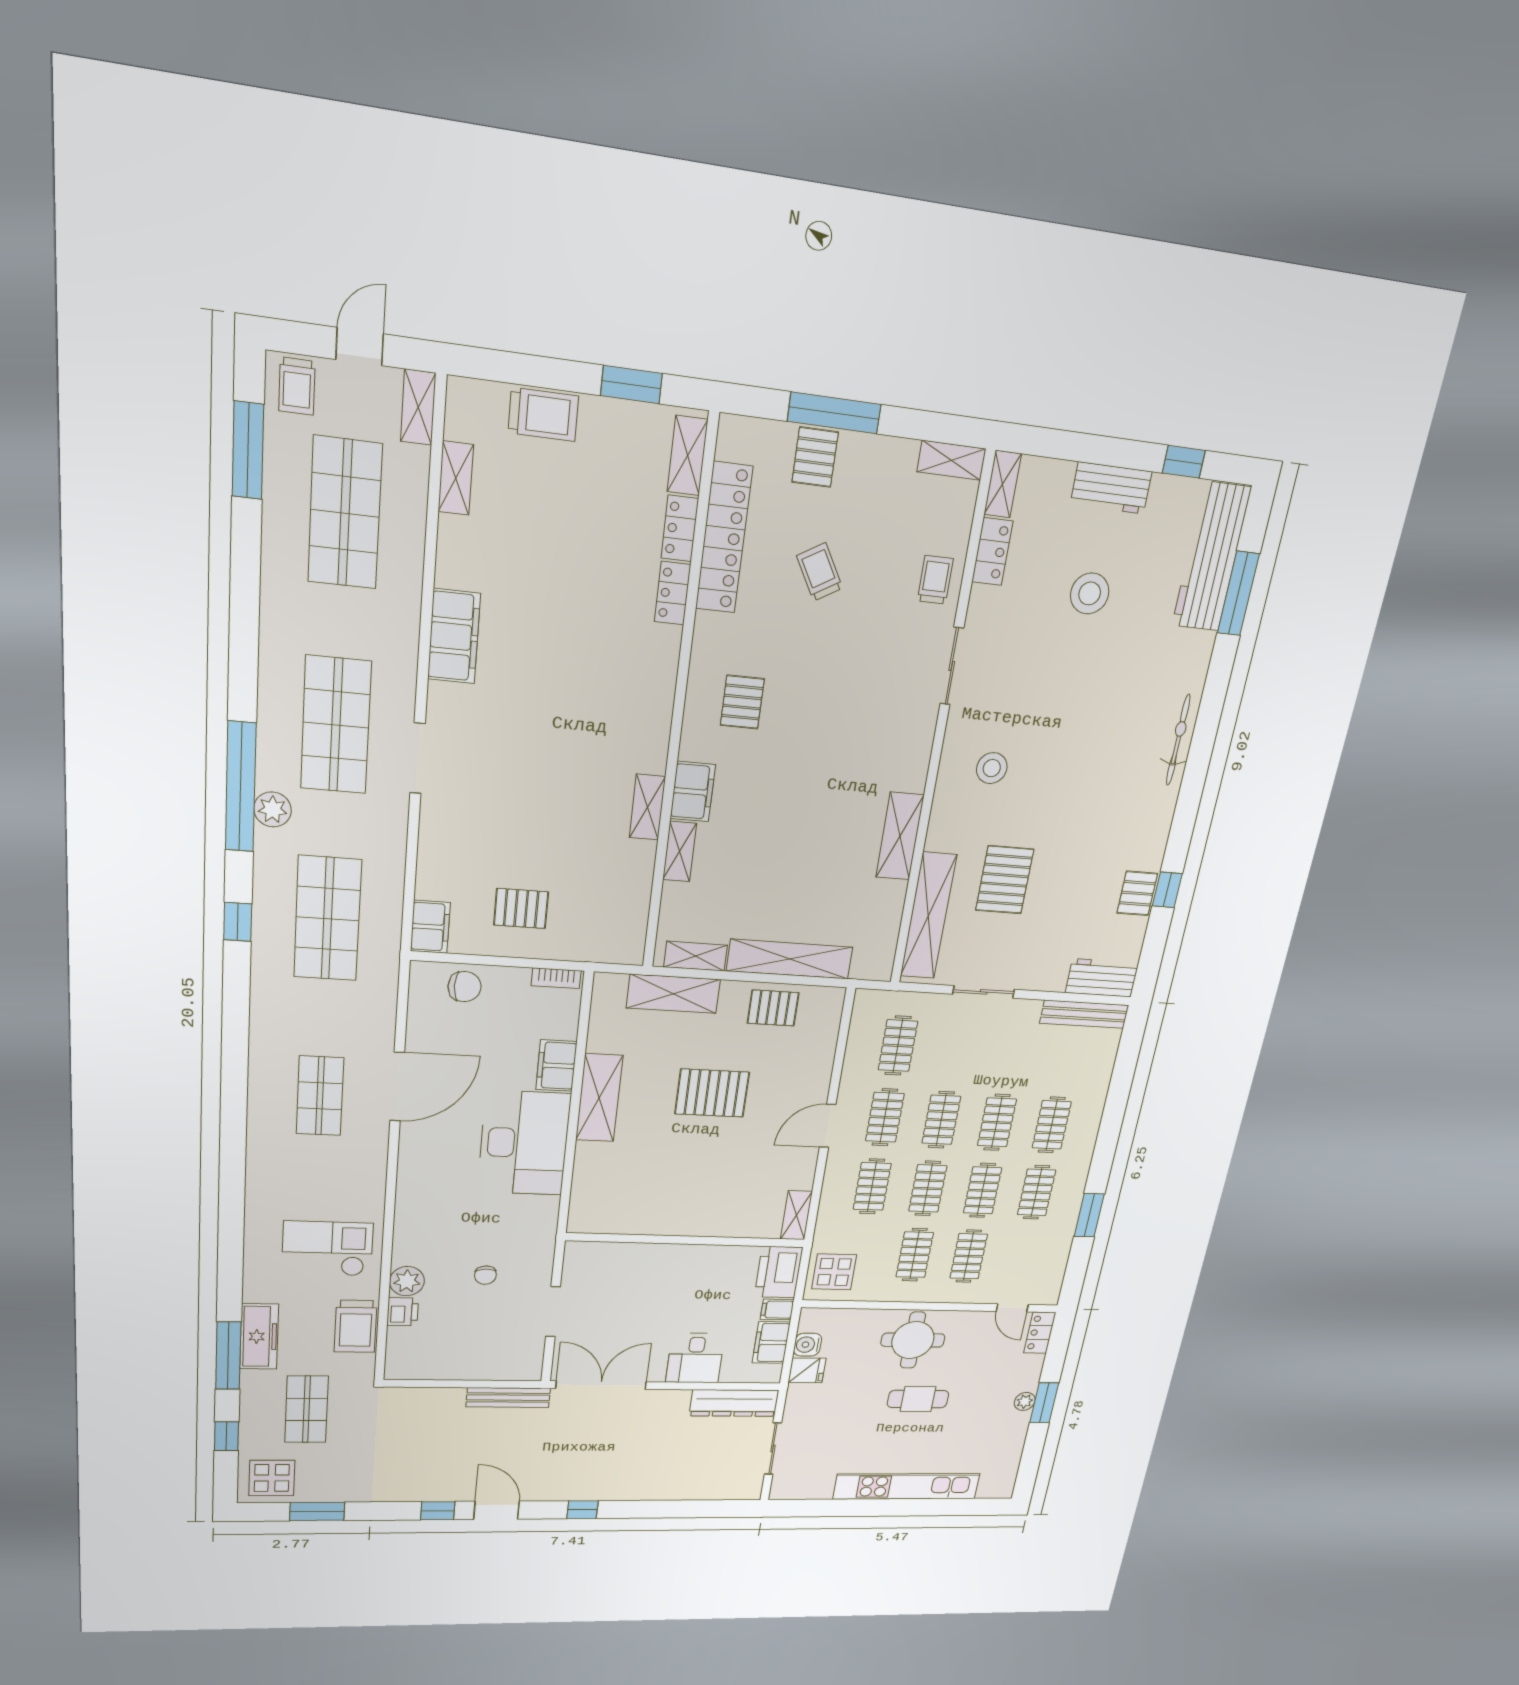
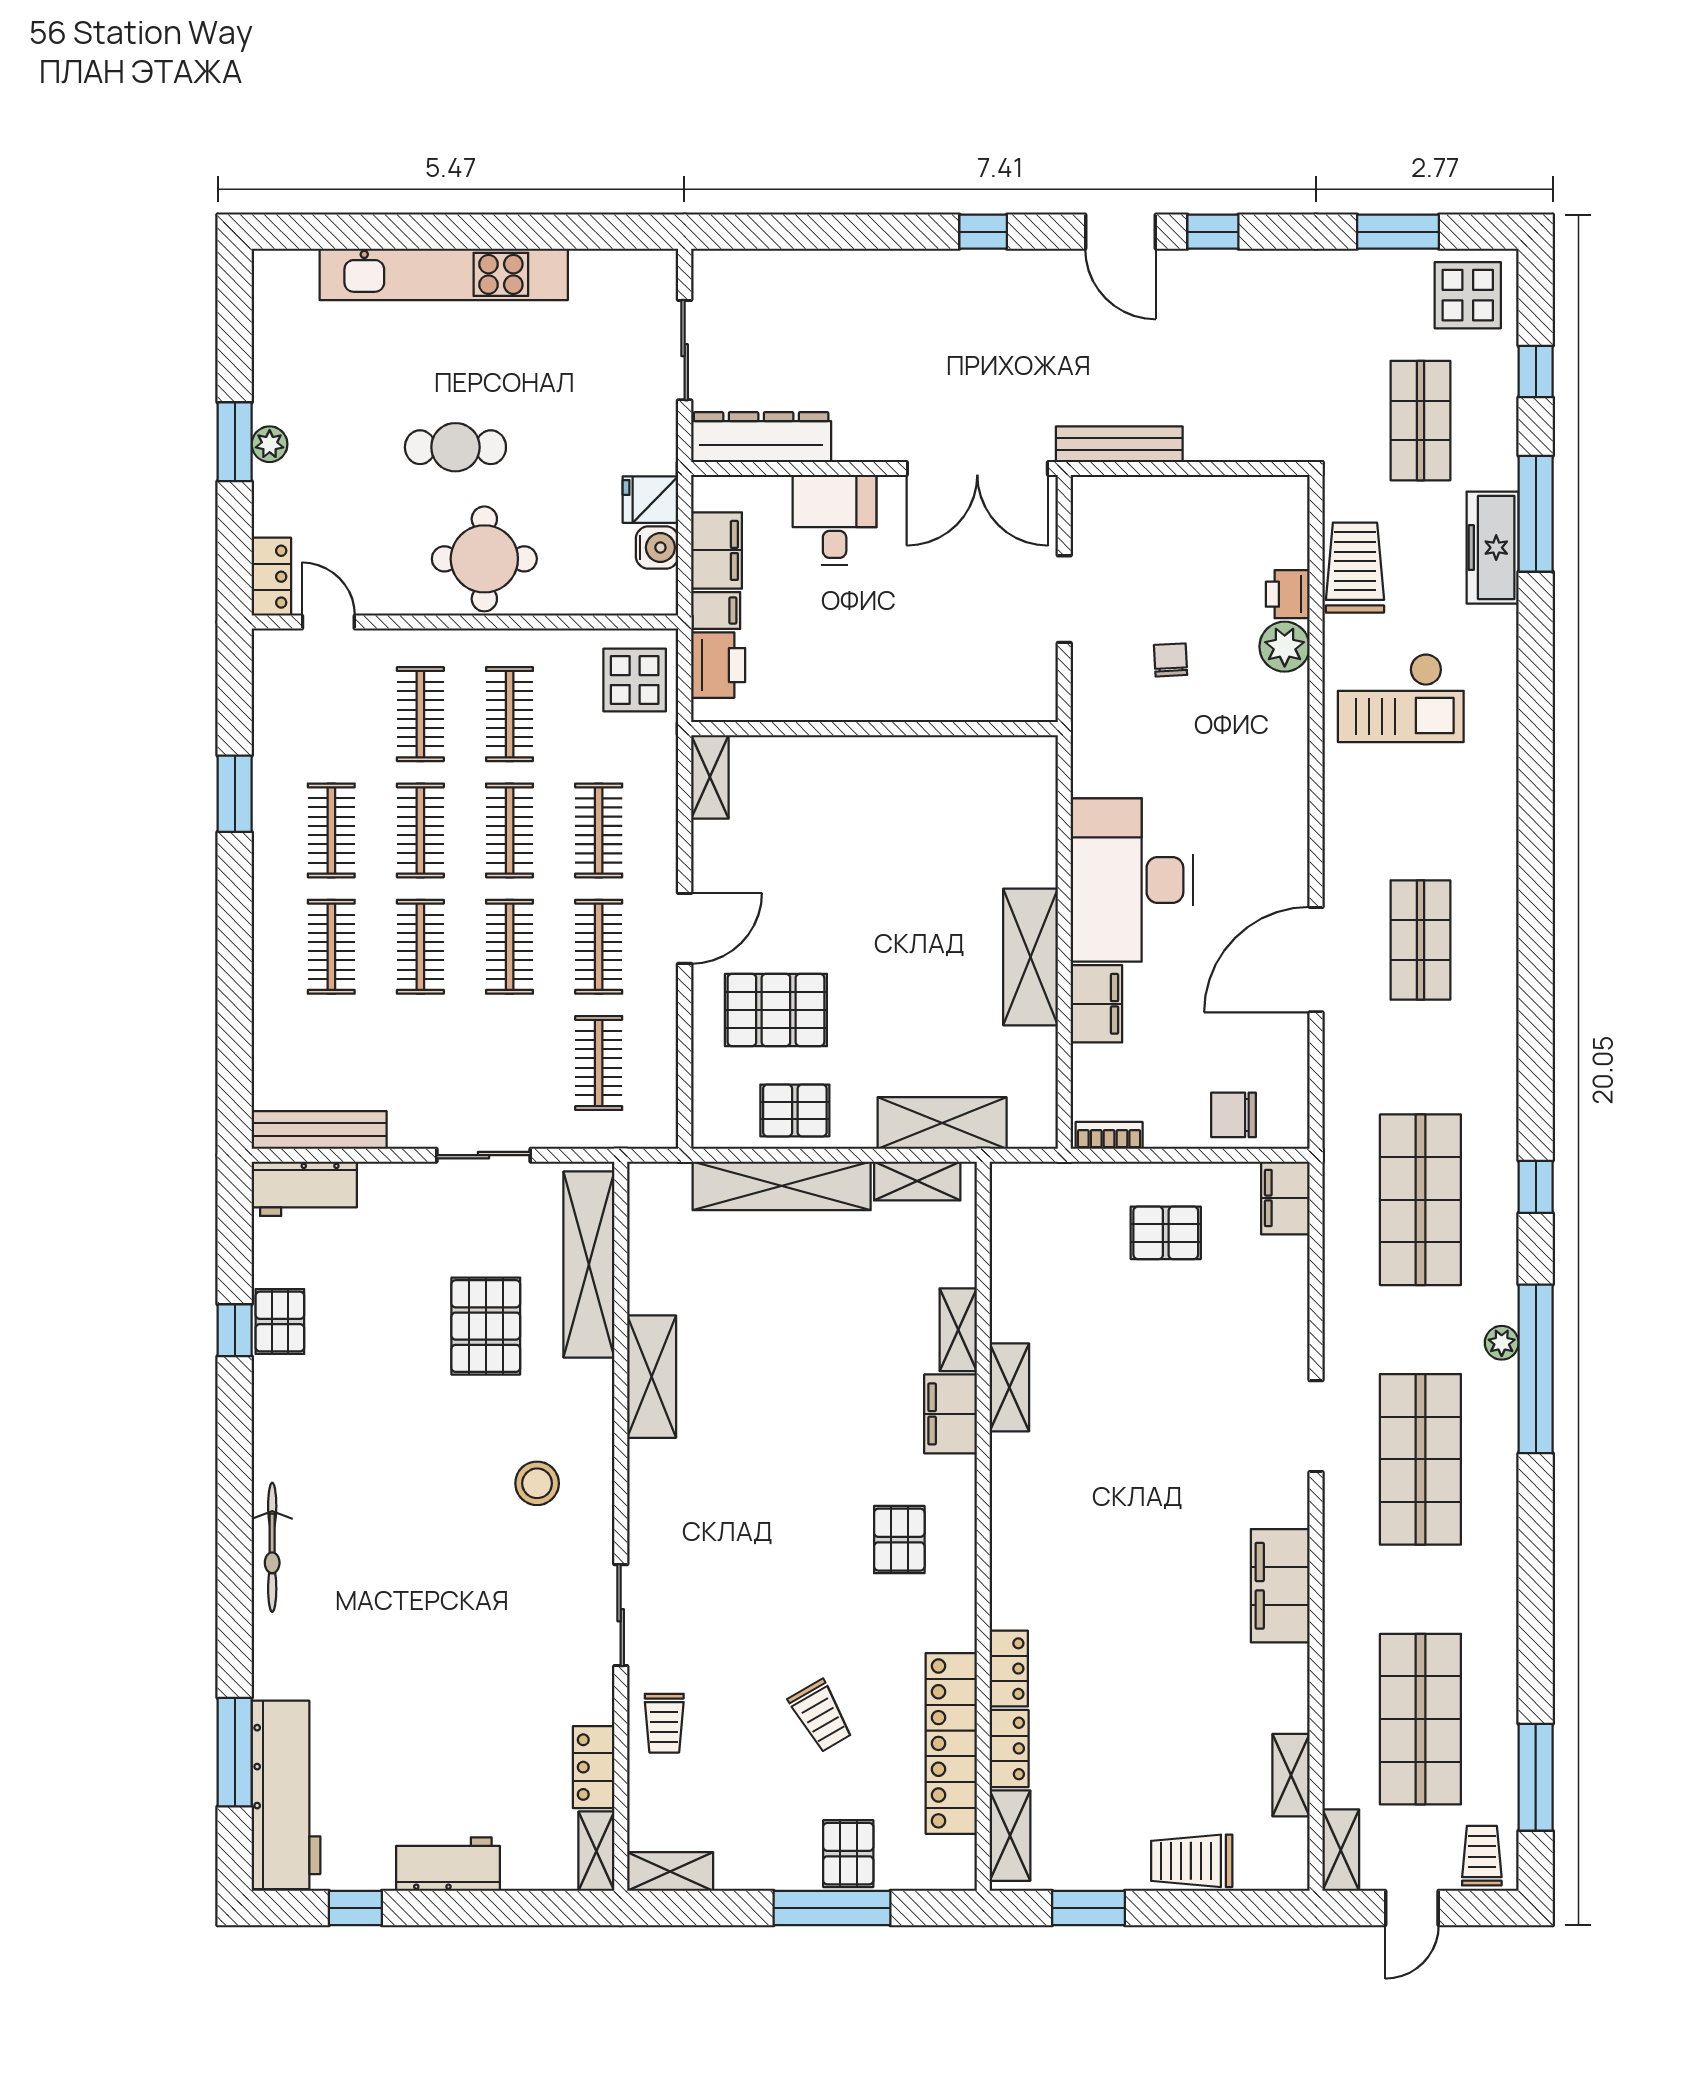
stool: (1090, 593) -> (447, 1729), removed
plant: (273, 809) -> (1502, 1343), width x0.73, depth x0.73
pallet: (712, 1093) -> (776, 1010), moved
printer: (779, 1272) -> (718, 665), width x0.73, depth x0.84

